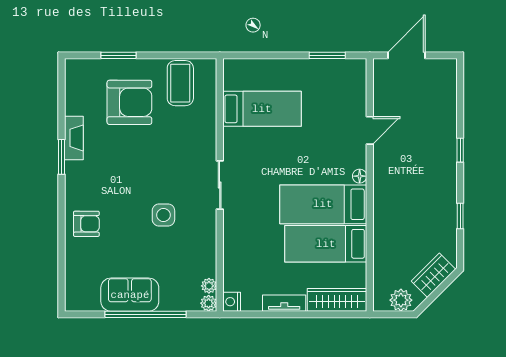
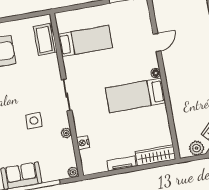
coffee table: (180, 83) -> (44, 40), moved
bed: (326, 244) -> (142, 121), removed
plant: (209, 286) -> (66, 133), moved
nightstand: (232, 302) -> (83, 143), moved

